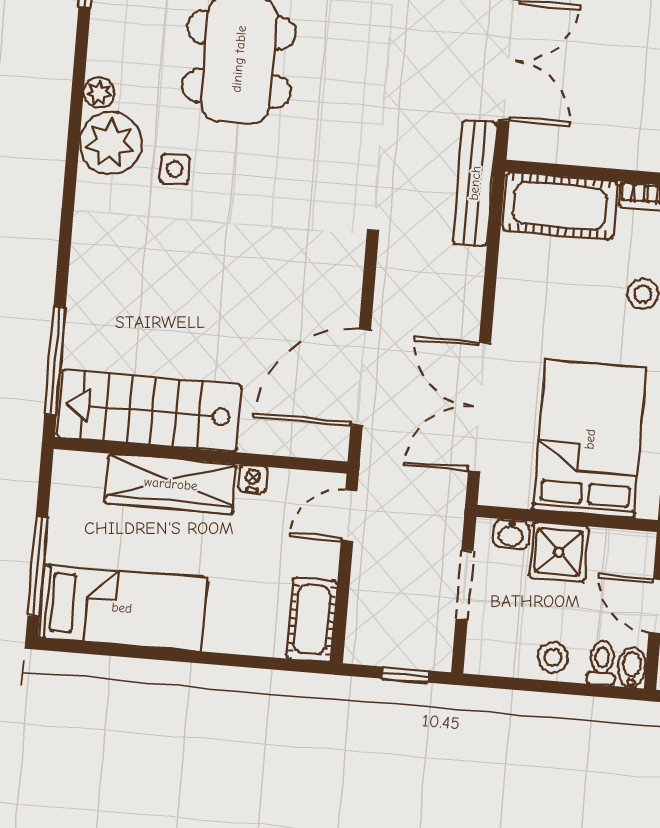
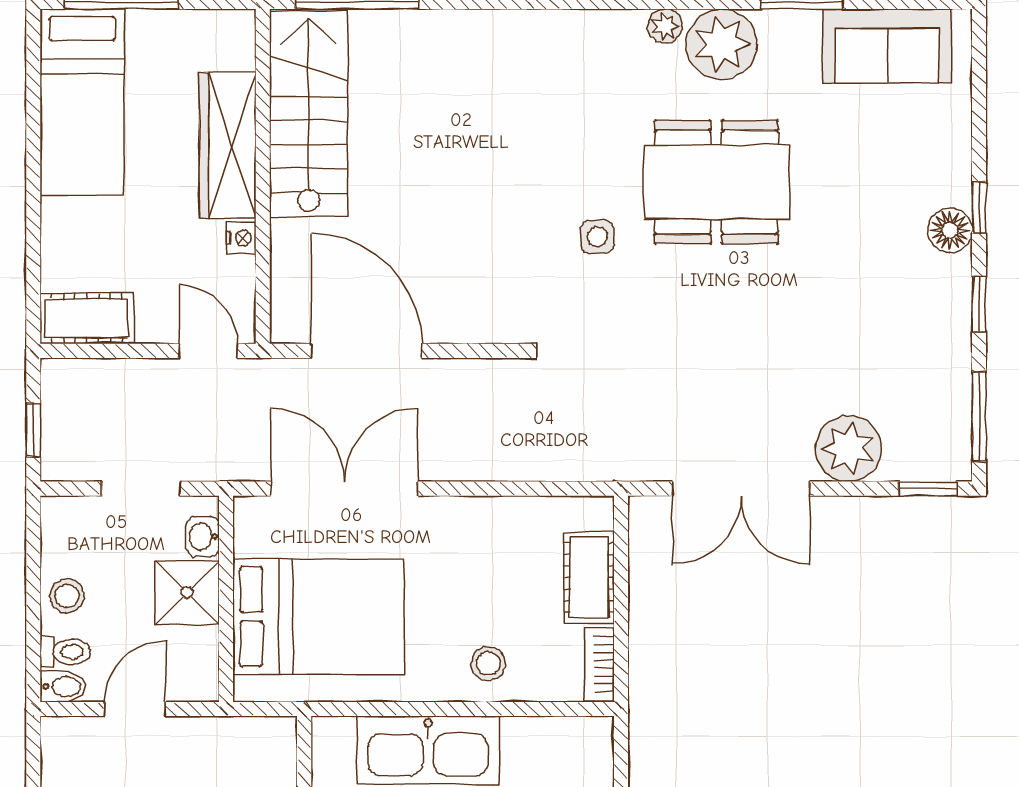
plant: (110, 143) -> (722, 44), moved
side table: (175, 169) -> (597, 237), moved
bench: (475, 183) -> (598, 462), removed
cot: (560, 206) -> (589, 578), width x0.73, depth x0.75

